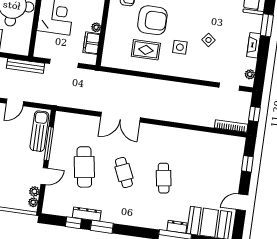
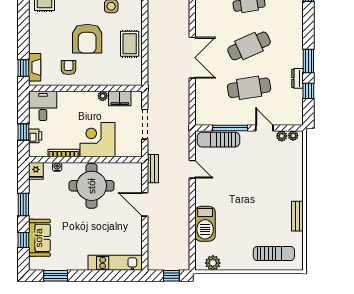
armchair: (152, 20) -> (87, 39), turned 180
rug: (146, 50) -> (130, 44), moved
bench: (25, 66) -> (153, 169), width x0.73
cafe table: (124, 173) -> (249, 46), width x1.37, depth x1.35
dresser: (87, 214) -> (298, 78), width x0.70

